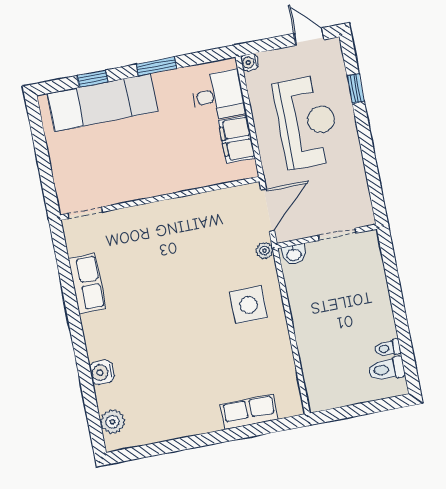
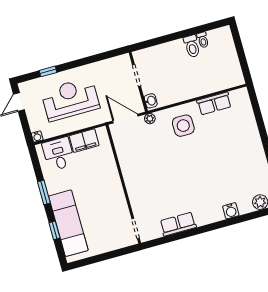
toilet: (386, 369) -> (192, 46), moved
row of seats: (249, 412) -> (214, 103), moved, turned -90

